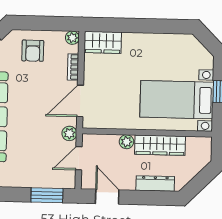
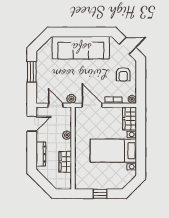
armchair: (33, 51) -> (123, 74), turned -90
bed with nightstands: (177, 100) -> (113, 151), moved, turned -90
wardrobe: (160, 145) -> (65, 162), width x0.67
window: (47, 195) -> (32, 72), moved

